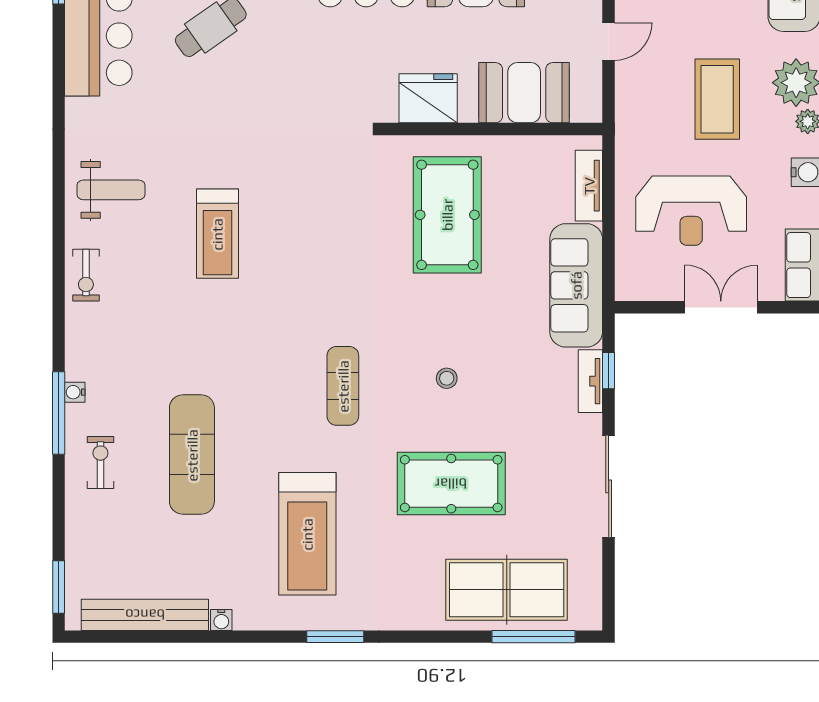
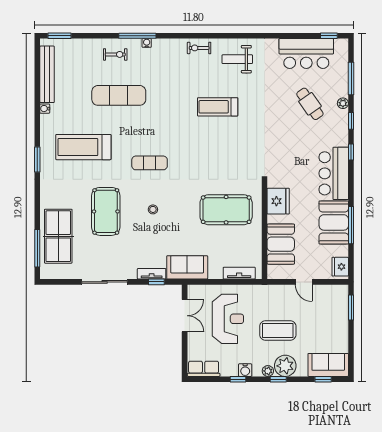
weight bench: (111, 190) -> (237, 59), turned 90
reception desk: (691, 211) -> (228, 319), turned 180
sofa: (576, 285) -> (187, 267), width x0.73
double door: (721, 307) -> (185, 316), moved

